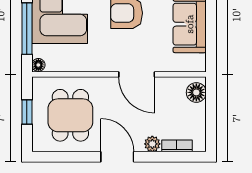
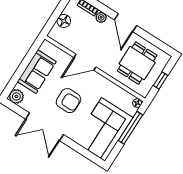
door: (137, 74) -> (85, 62), swing flipped
floor lamp: (196, 92) -> (64, 21), moved

